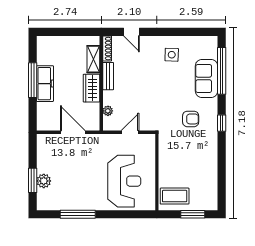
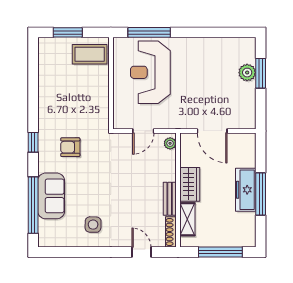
window: (66, 32) -> (220, 252), added
plant: (108, 111) -> (170, 143), moved
window: (78, 214) -> (149, 32), moved

